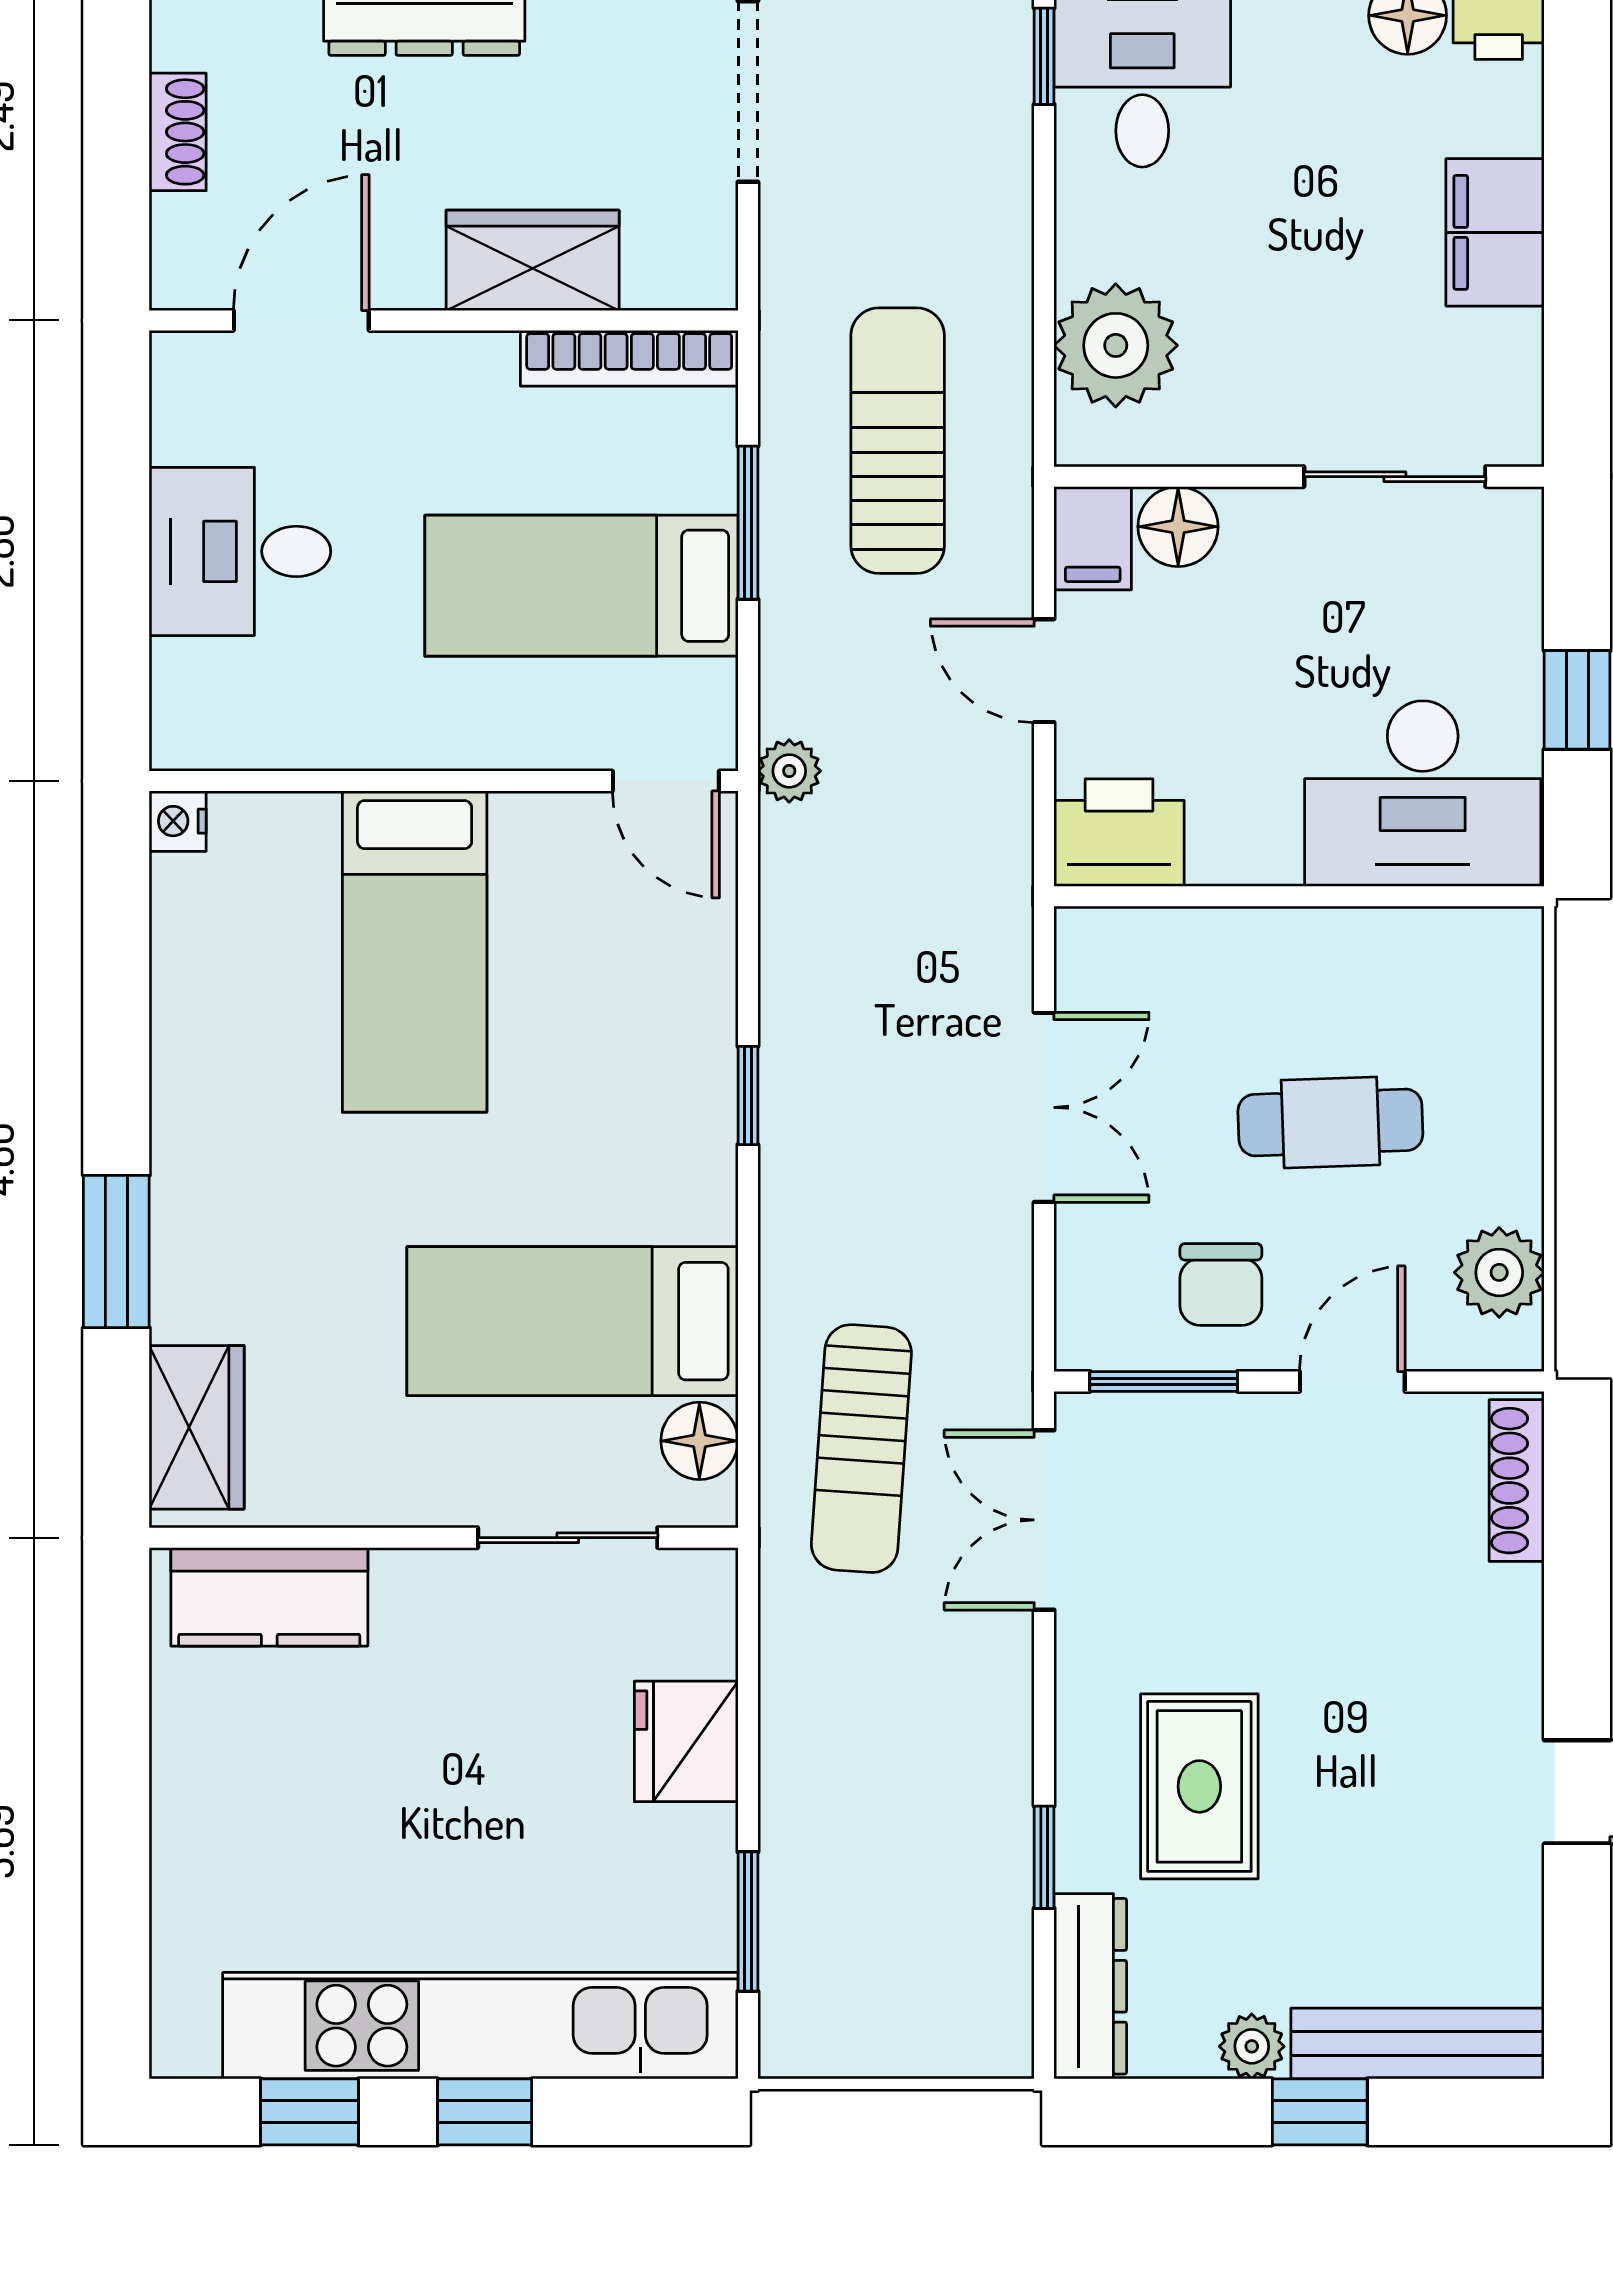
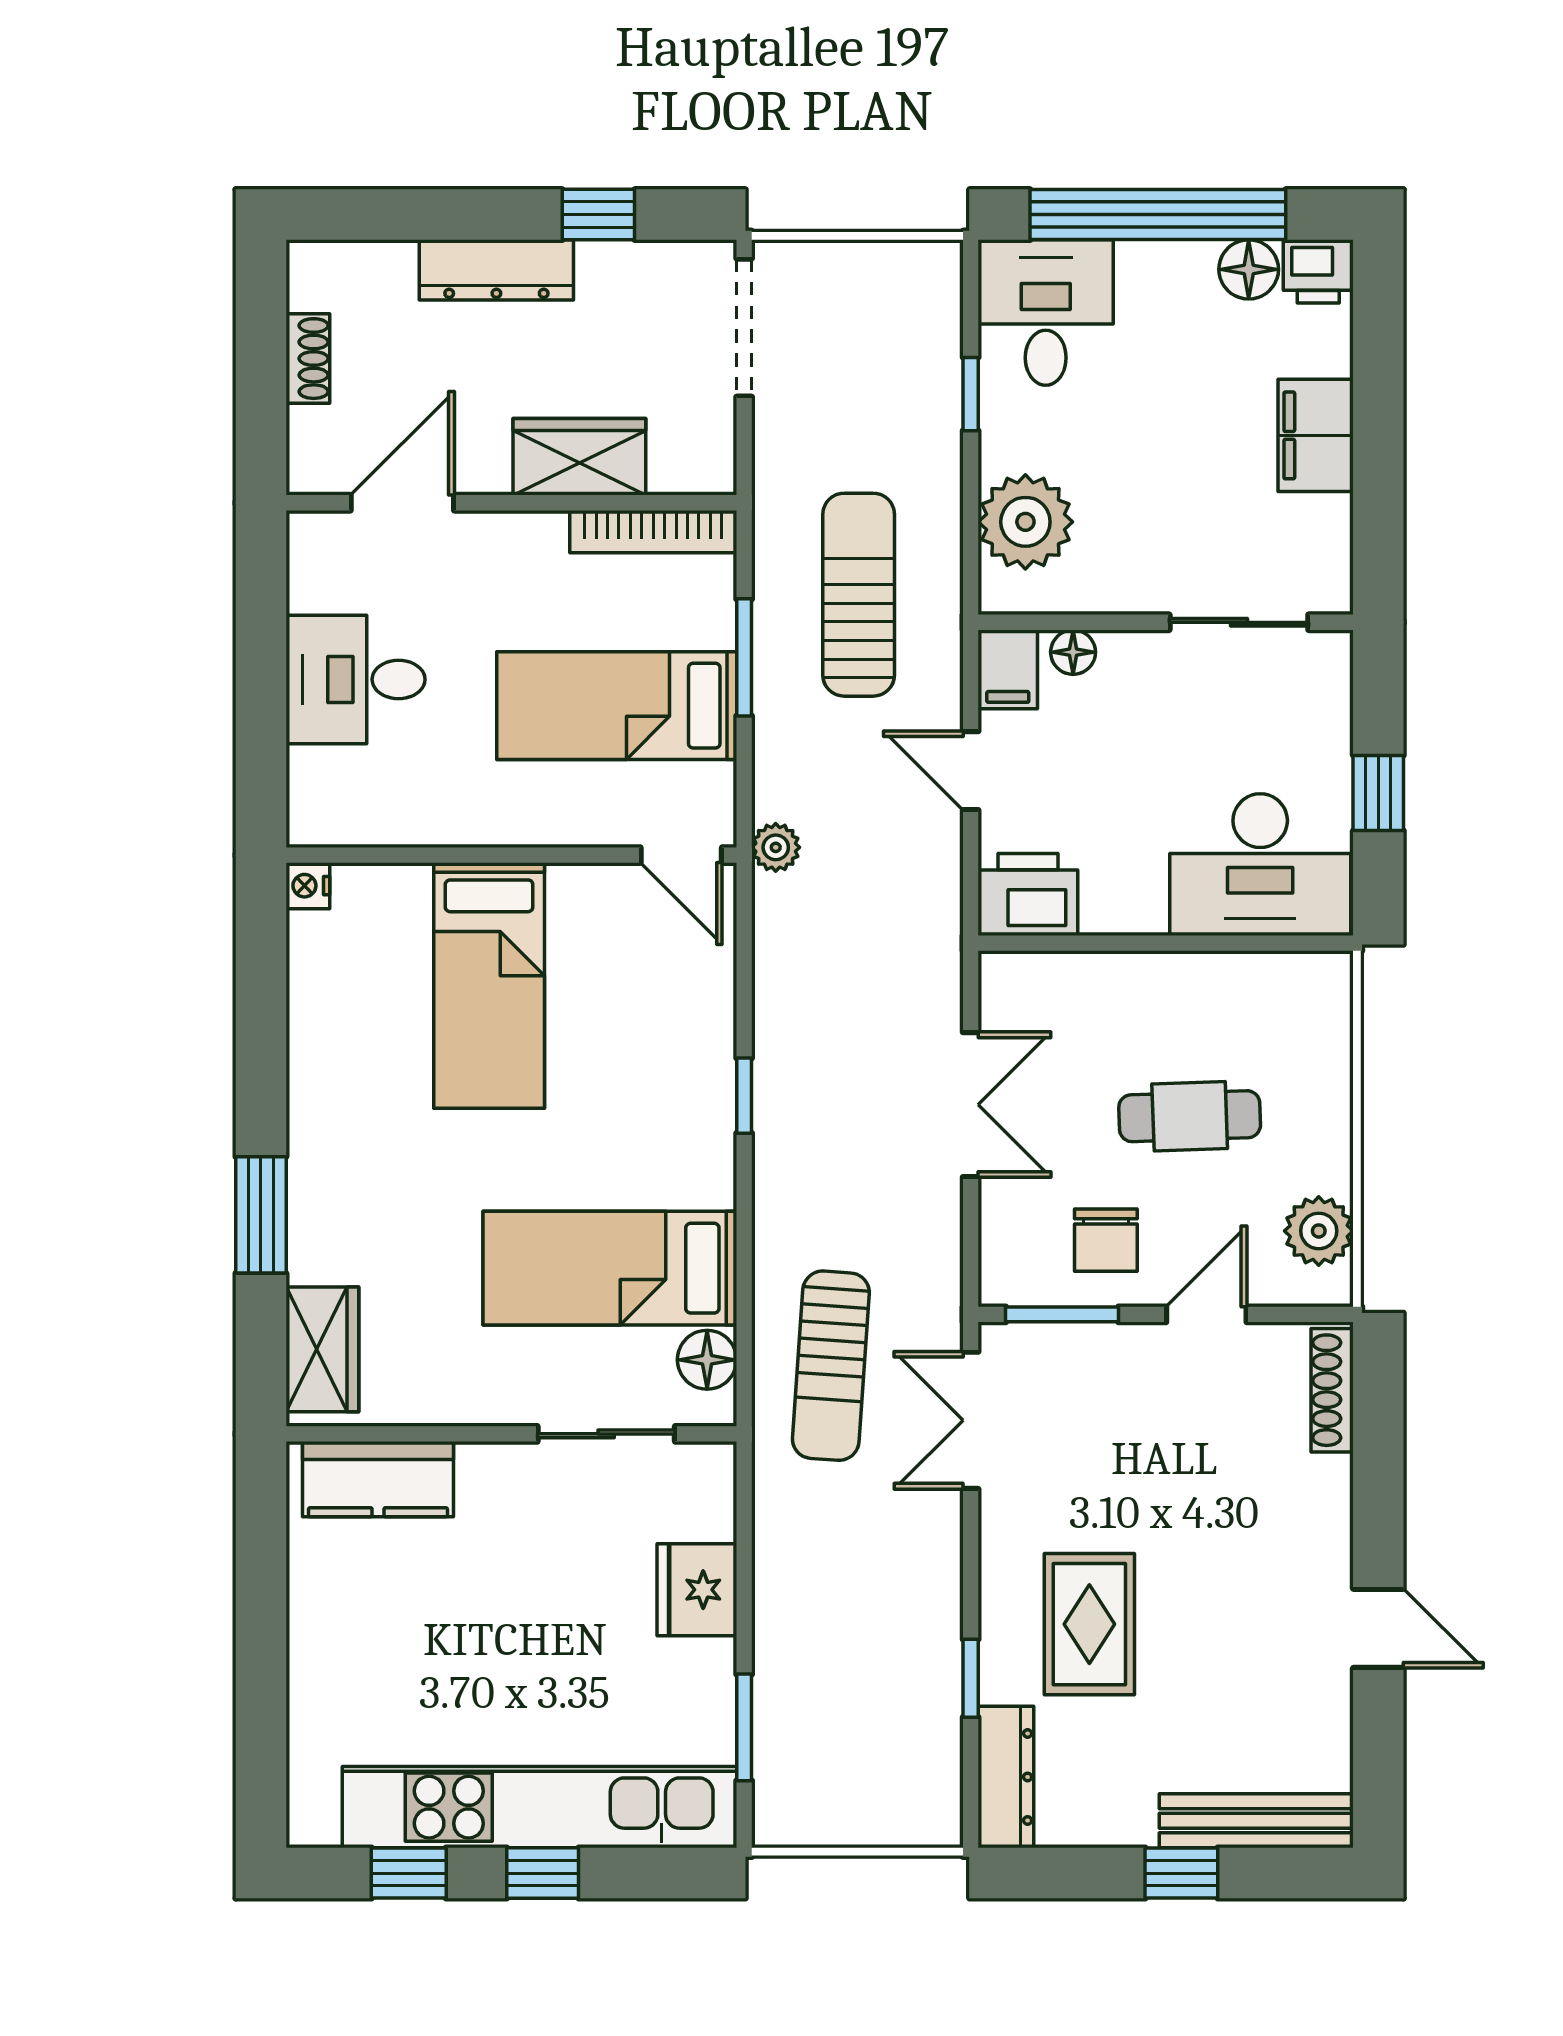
window: (1044, 56) -> (971, 394), moved
floor lamp: (1178, 527) -> (1073, 652), width x0.73, depth x0.73
plant: (1252, 2046) -> (1129, 1823), removed

